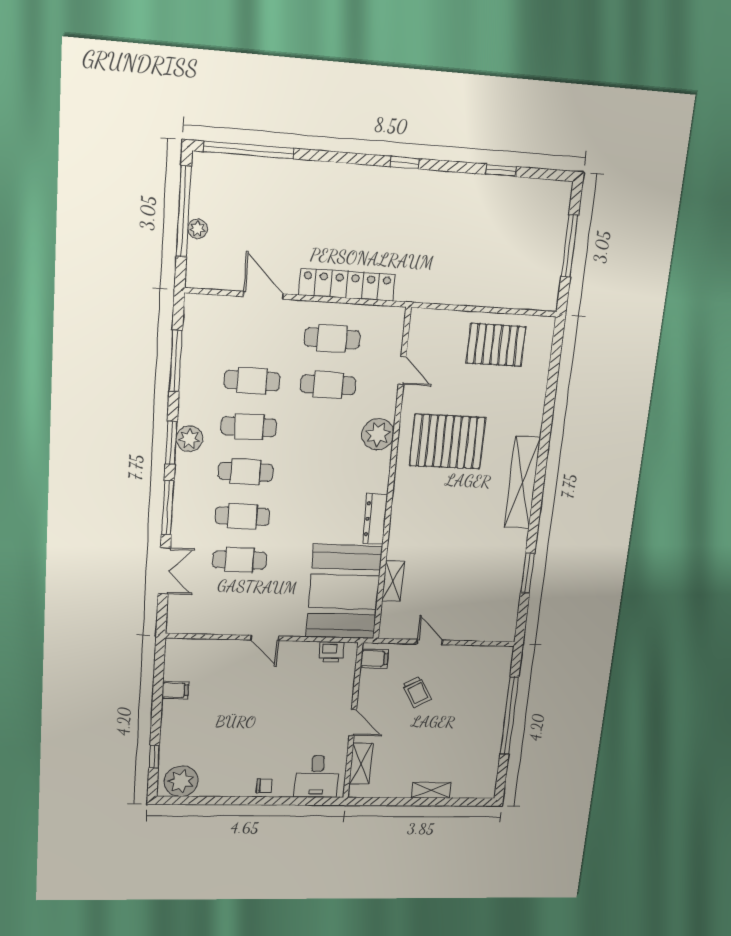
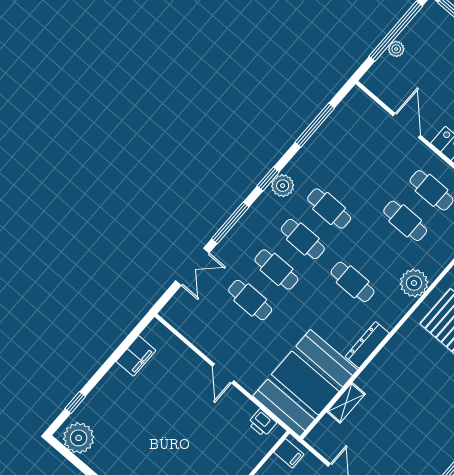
cafe table: (252, 381) -> (353, 282), moved
window: (171, 443) -> (268, 179), width x0.67
filing cabinet: (175, 690) -> (136, 356), width x2.00

